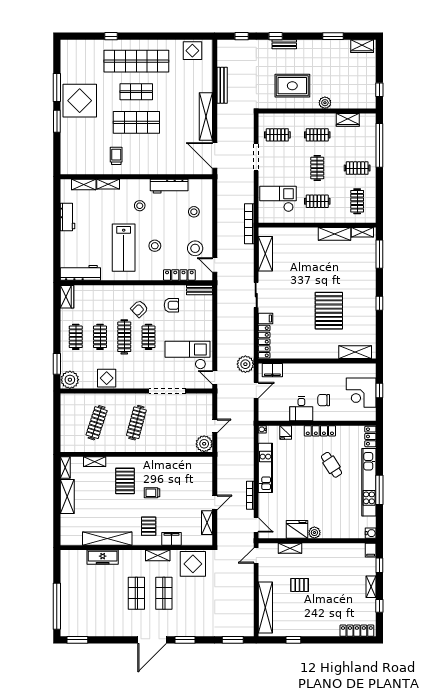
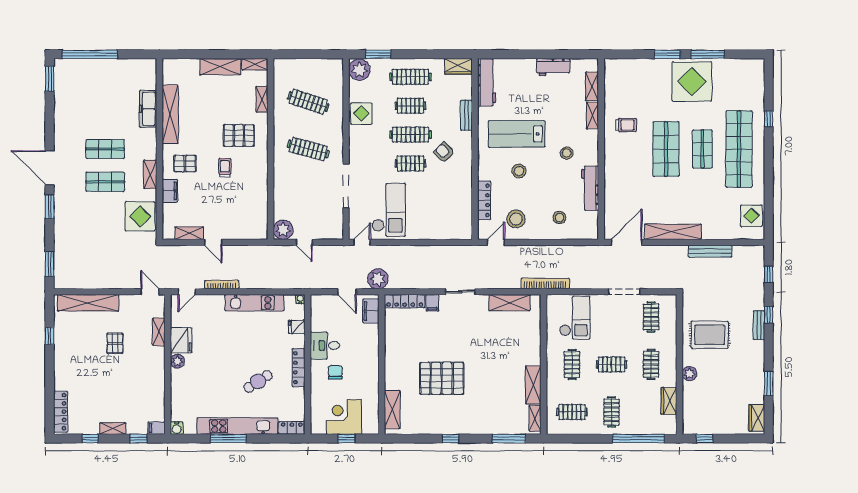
rug: (292, 86) -> (710, 335), turned 90
bench: (200, 290) -> (466, 115), moved
armchair: (171, 305) -> (448, 191), removed
clothes rail: (76, 337) -> (410, 77), width x1.36

